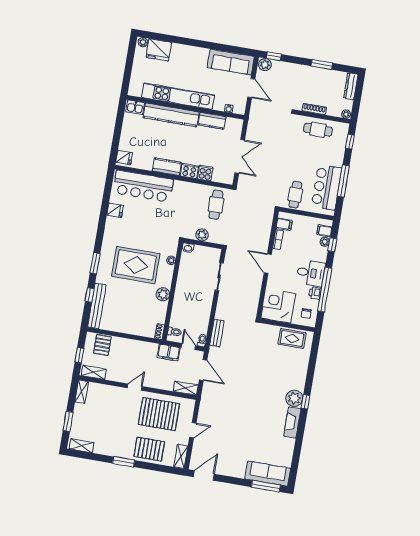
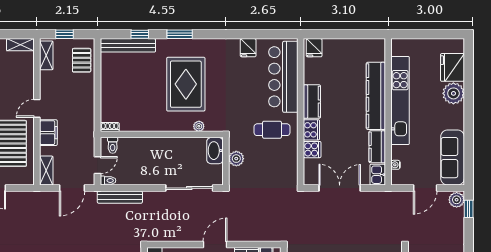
plant: (143, 42) -> (453, 93), moved, width x1.87, depth x1.87
kitchen sink: (135, 107) -> (378, 175), moved
double door: (240, 156) -> (340, 188), swing flipped
cafe table: (216, 205) -> (272, 130), moved
washbasin: (188, 248) -> (215, 151), width x1.91, depth x1.45
sliding door: (219, 276) -> (189, 188), width x1.37
plant: (163, 294) -> (156, 123), removed
bench: (217, 333) -> (120, 197), width x1.36
pallet: (102, 345) -> (82, 60), turned 90
filing cabinet: (169, 353) -> (48, 133), moved, turned 180
door: (135, 387) -> (37, 108), swing flipped

